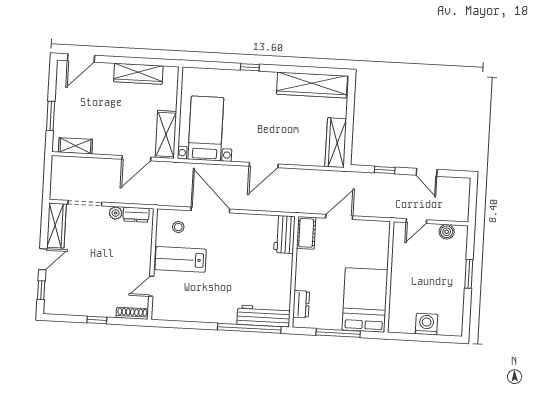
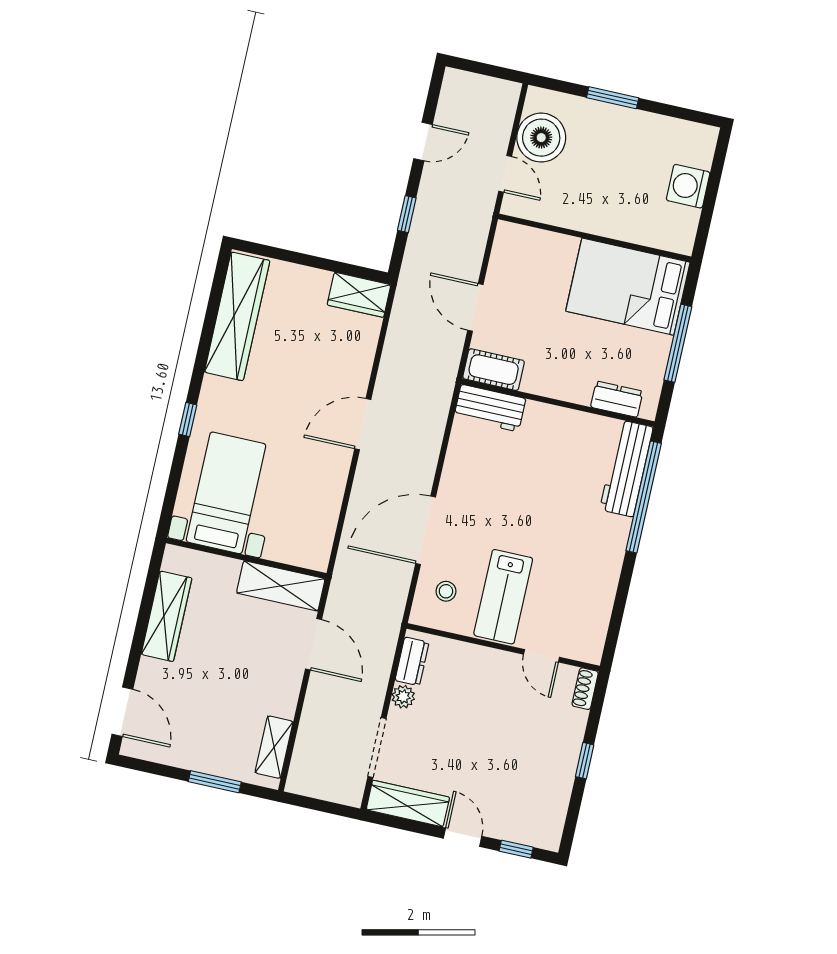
bed with nightstands: (206, 128) -> (226, 493), moved, turned 90
wardrobe: (336, 143) -> (359, 295), width x0.67
door: (264, 165) -> (363, 424), swing flipped
boiler: (447, 232) -> (541, 138), width x1.86, depth x1.86
shoe rack: (132, 313) -> (585, 689), width x0.70

